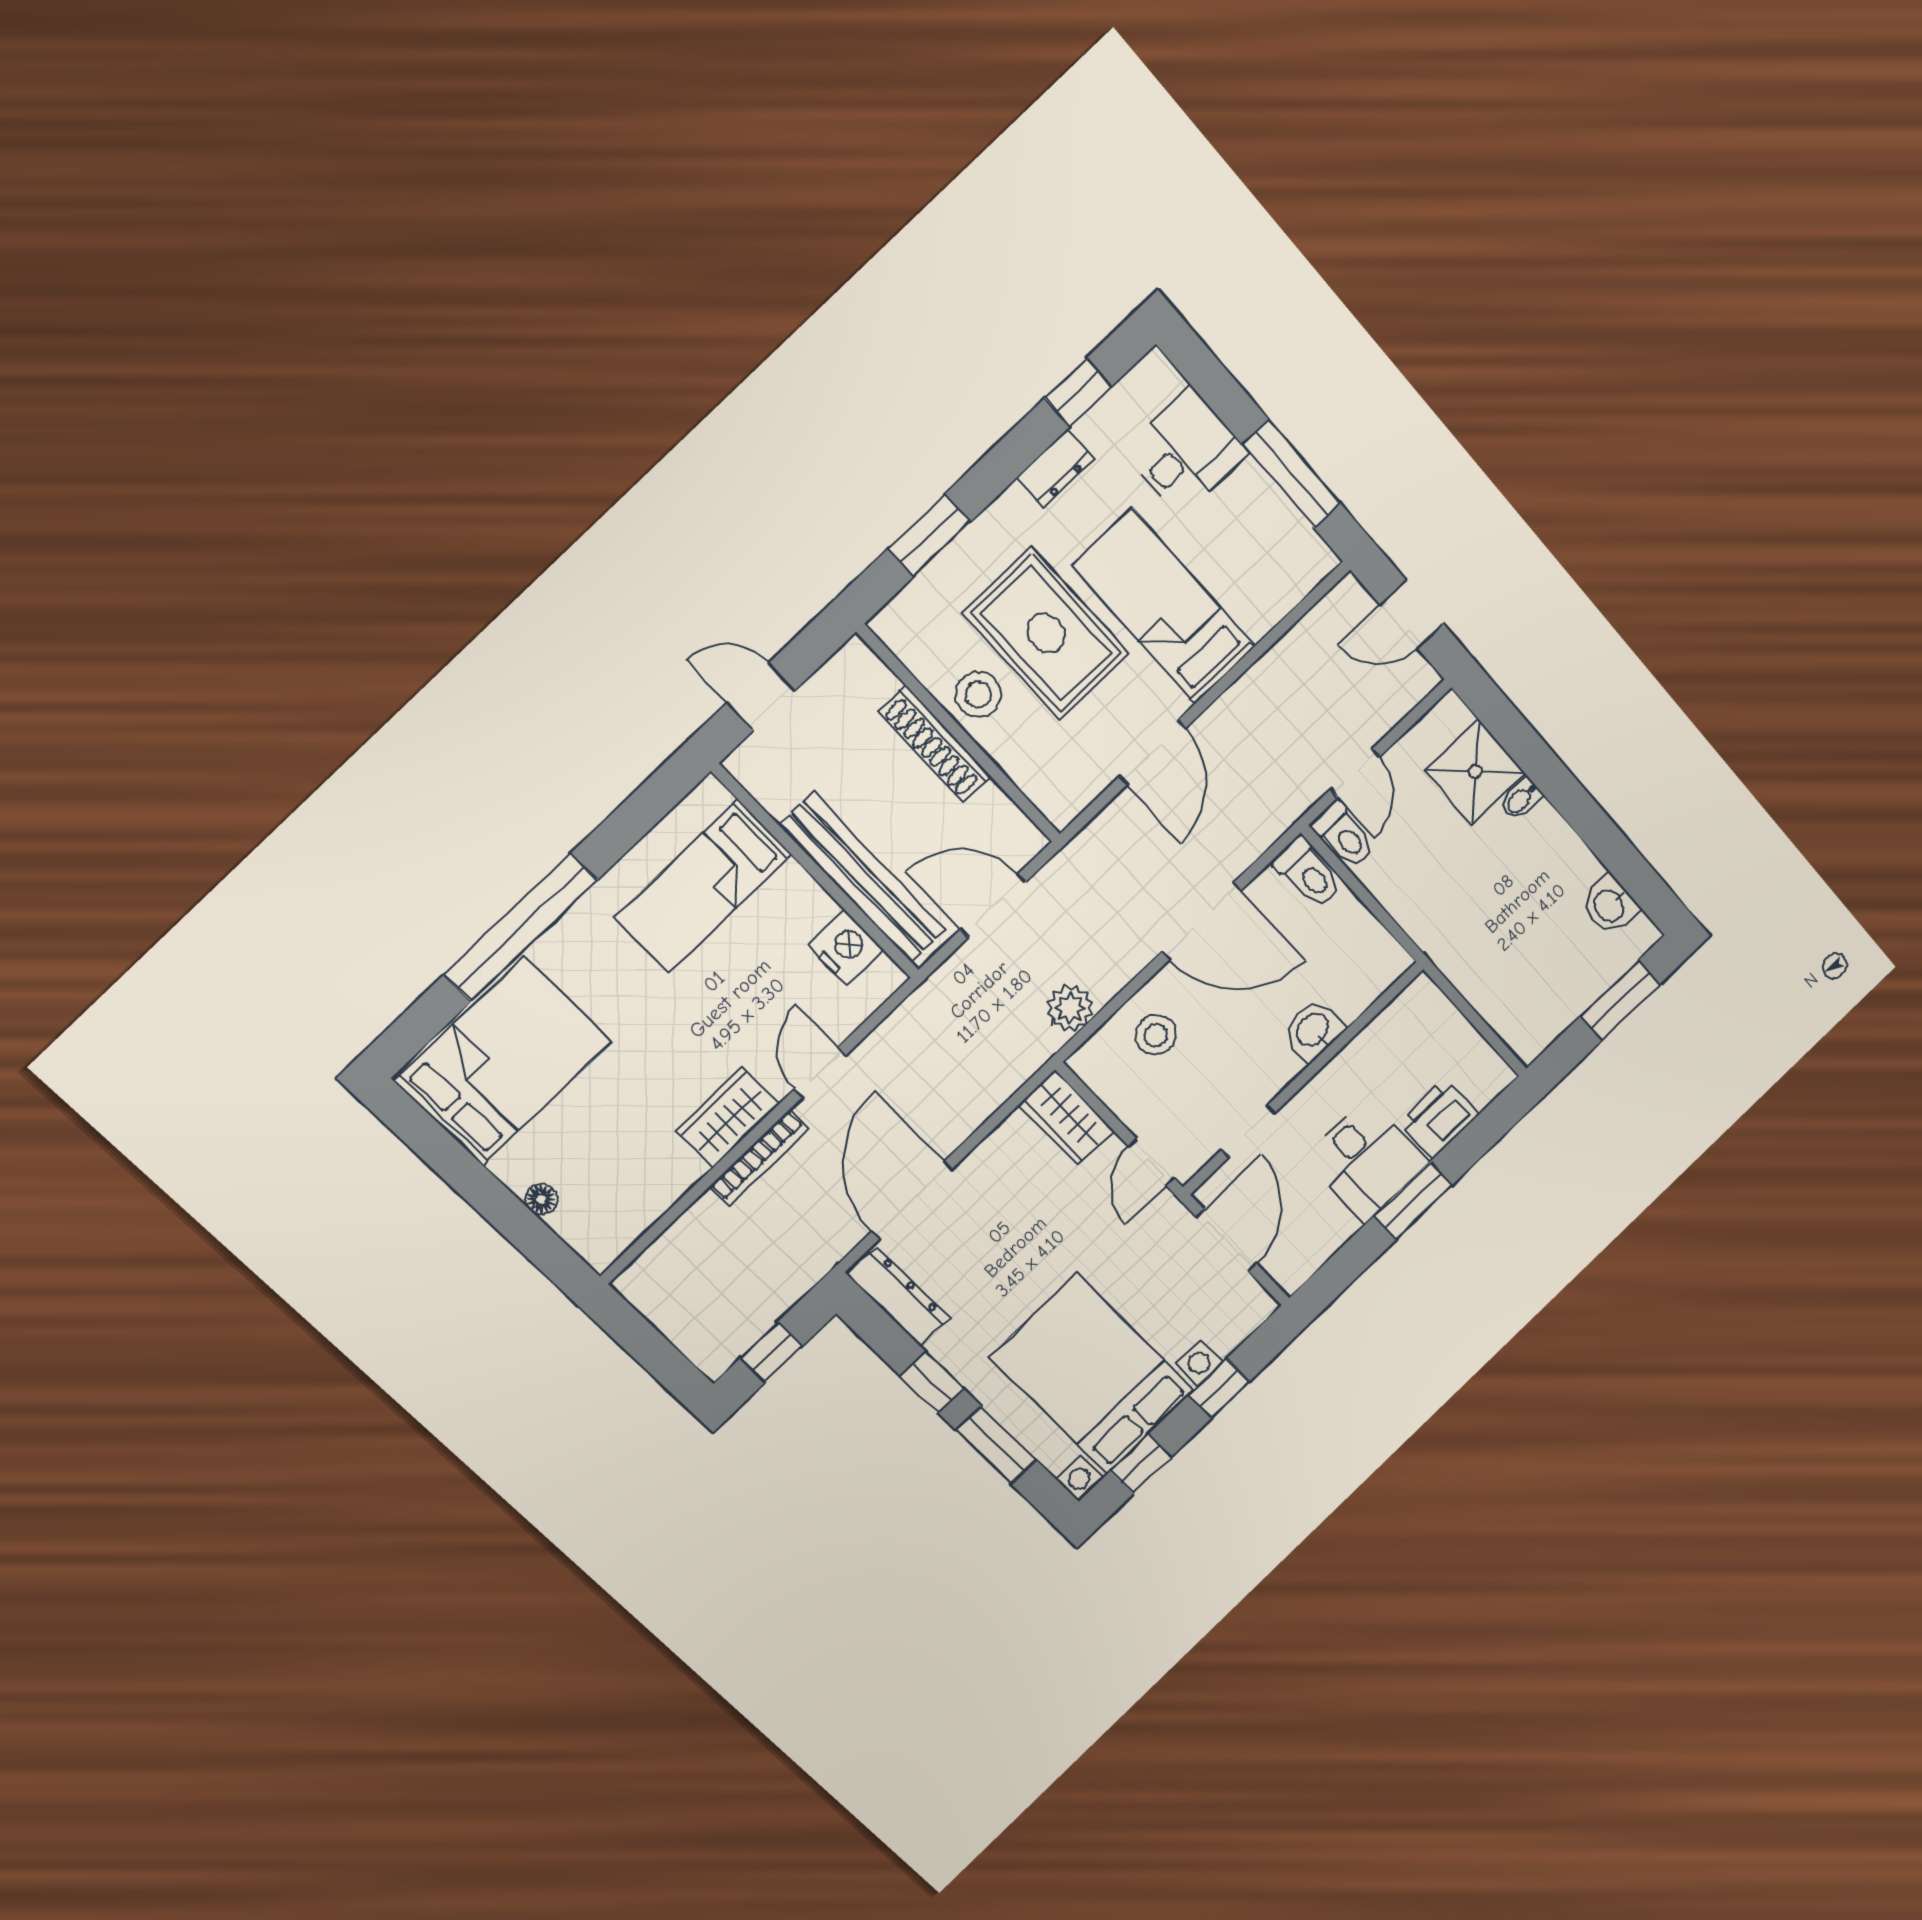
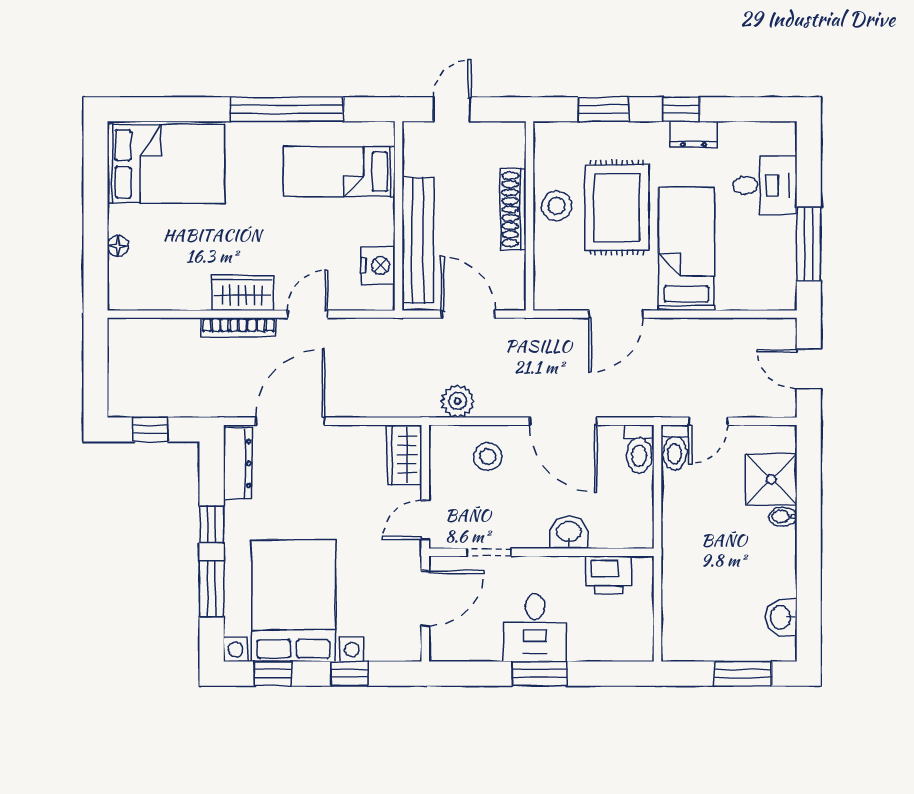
window: (1078, 392) -> (681, 109), moved
door: (761, 697) -> (452, 109), hinge flipped
window: (521, 927) -> (287, 109), moved
printer: (1439, 1118) -> (609, 575), moved, turned 180

